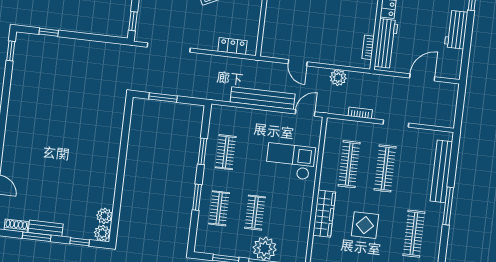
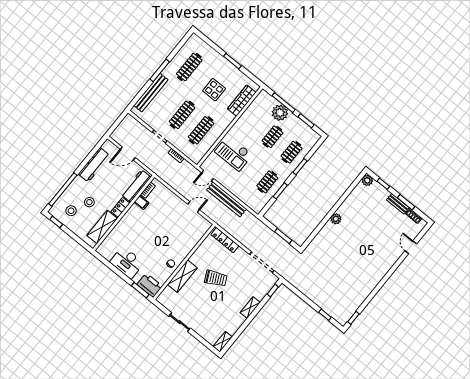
filing cabinet: (366, 27) -> (142, 203), added
workbench: (456, 30) -> (94, 165), width x1.38
locker: (232, 46) -> (225, 240), width x1.53
door: (298, 63) -> (194, 207), hinge flipped
plant: (338, 78) -> (176, 184), removed
wardrobe: (324, 214) -> (242, 101), moved
plant: (104, 216) -> (336, 219), moved

